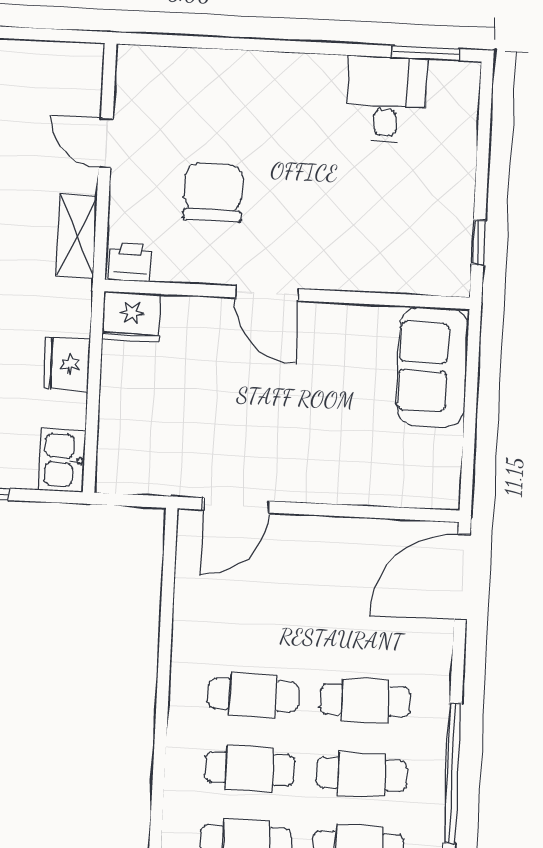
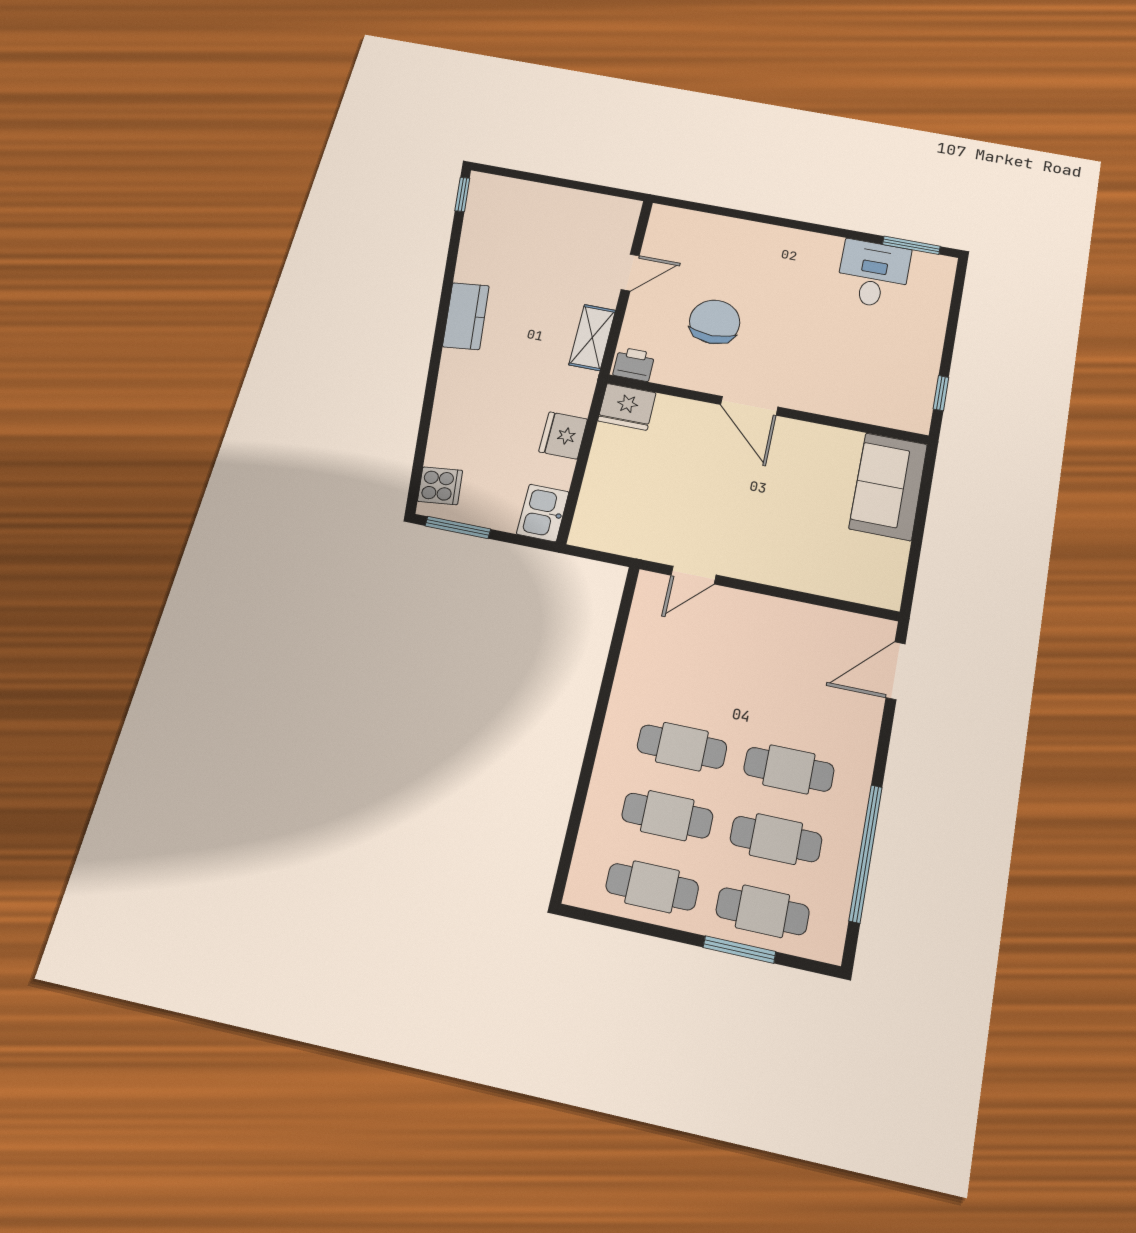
door: (106, 143) -> (630, 273), swing flipped
door: (236, 505) -> (694, 575), width x0.73
door: (462, 577) -> (896, 671), width x0.73

